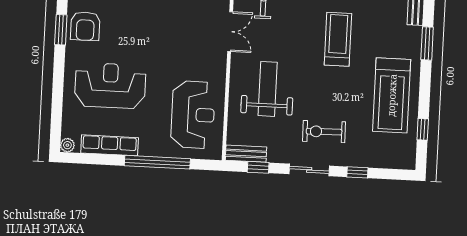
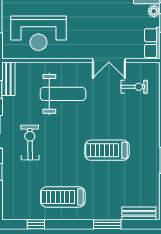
treadmill: (338, 39) -> (107, 150), turned 180
treadmill: (392, 95) -> (63, 197), width x0.73, depth x0.73

